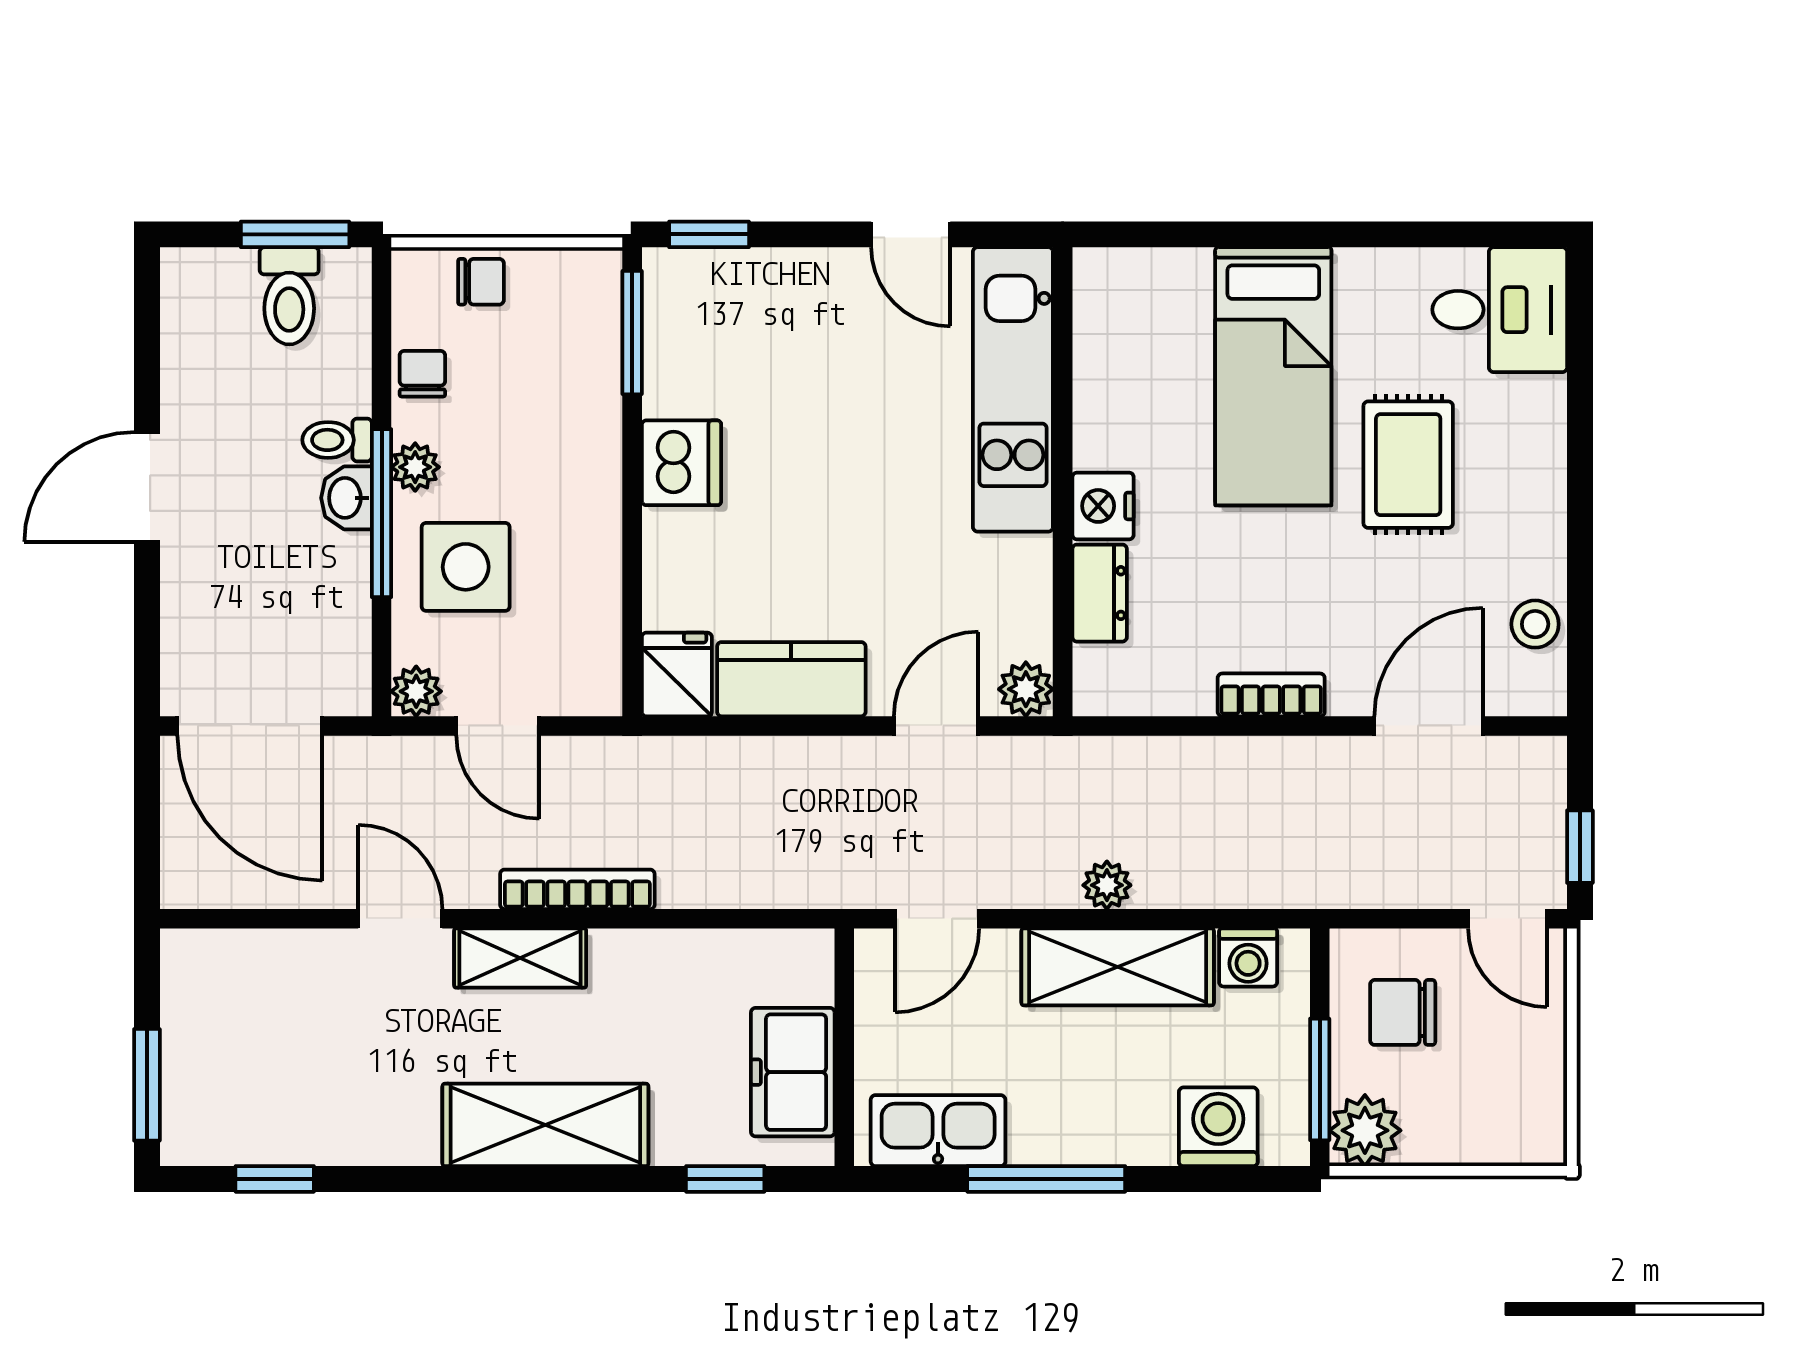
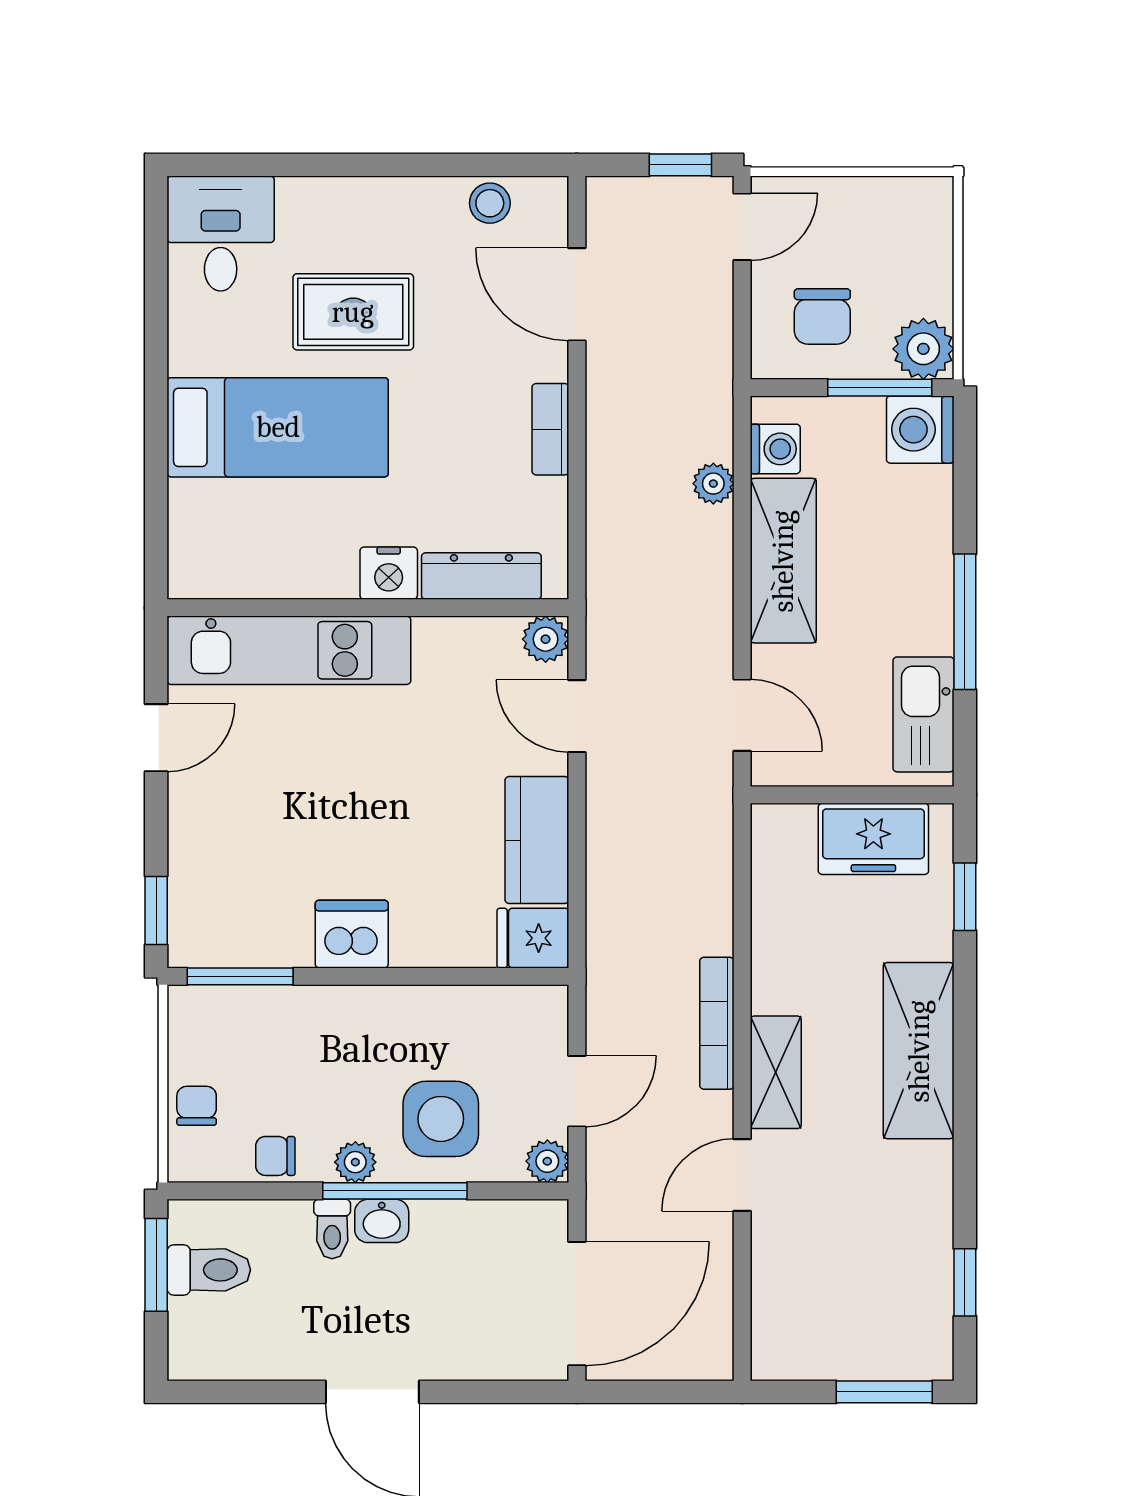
dresser: (1100, 593) -> (481, 576), width x1.44
plant: (1107, 885) -> (713, 484), moved
washing machine: (1218, 1127) -> (920, 430), moved

